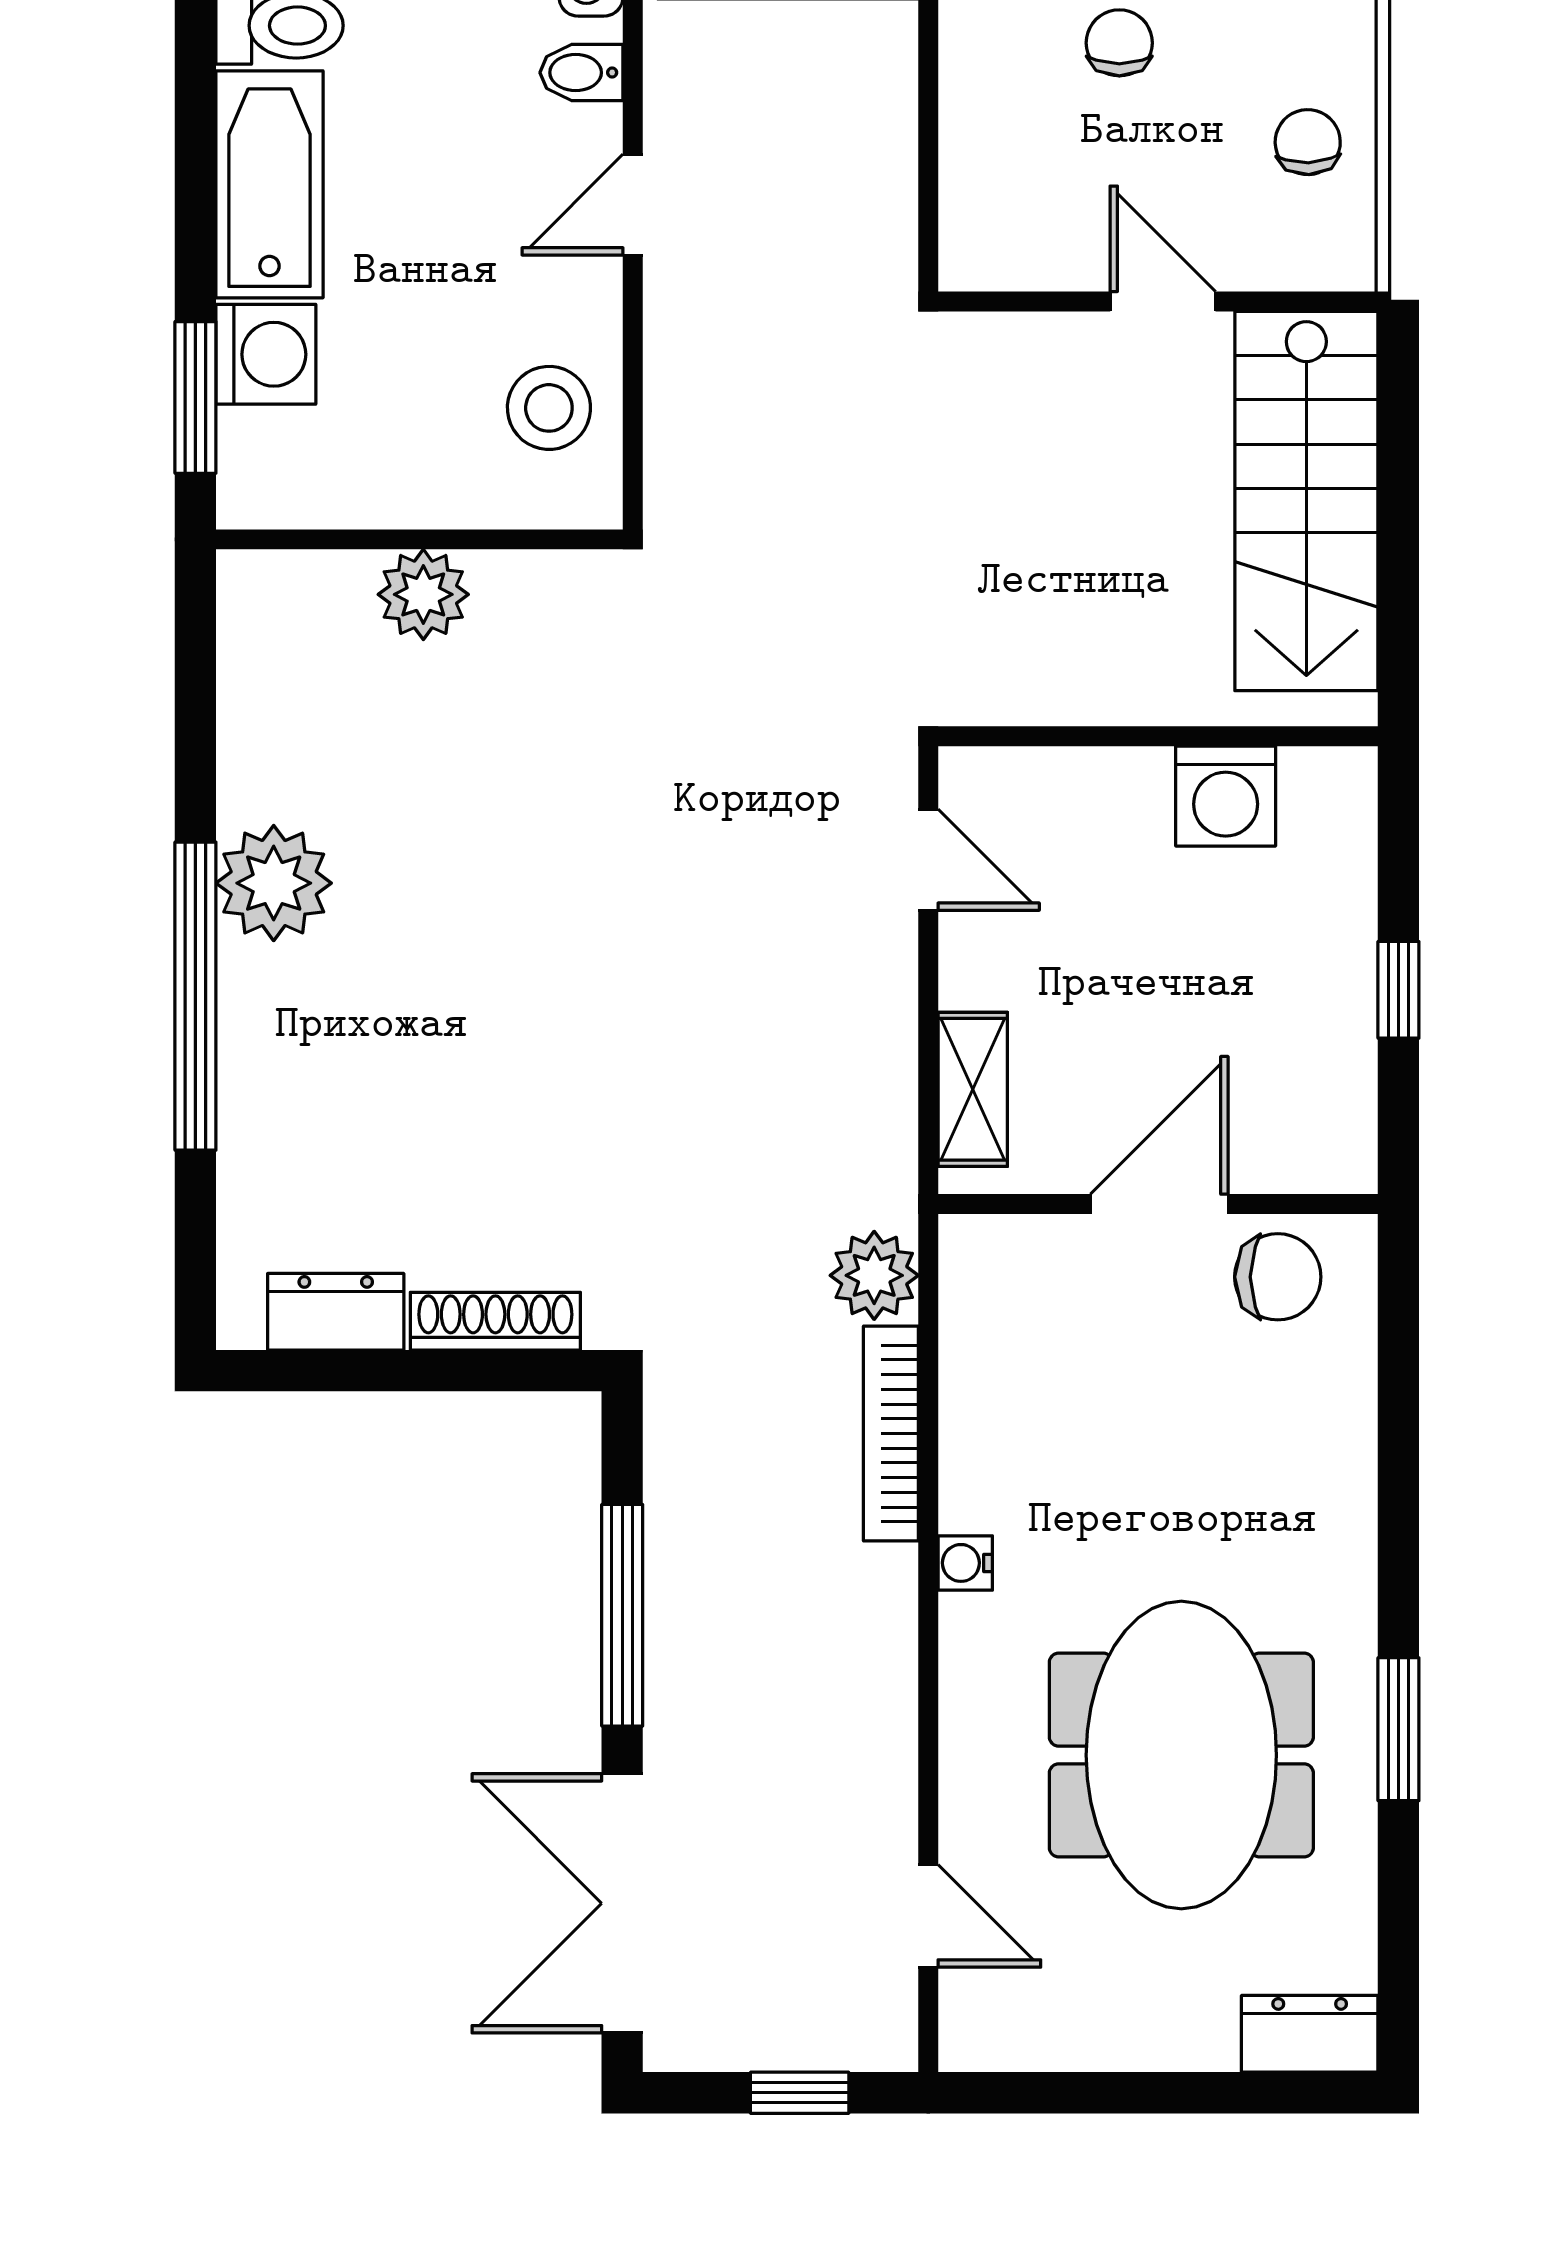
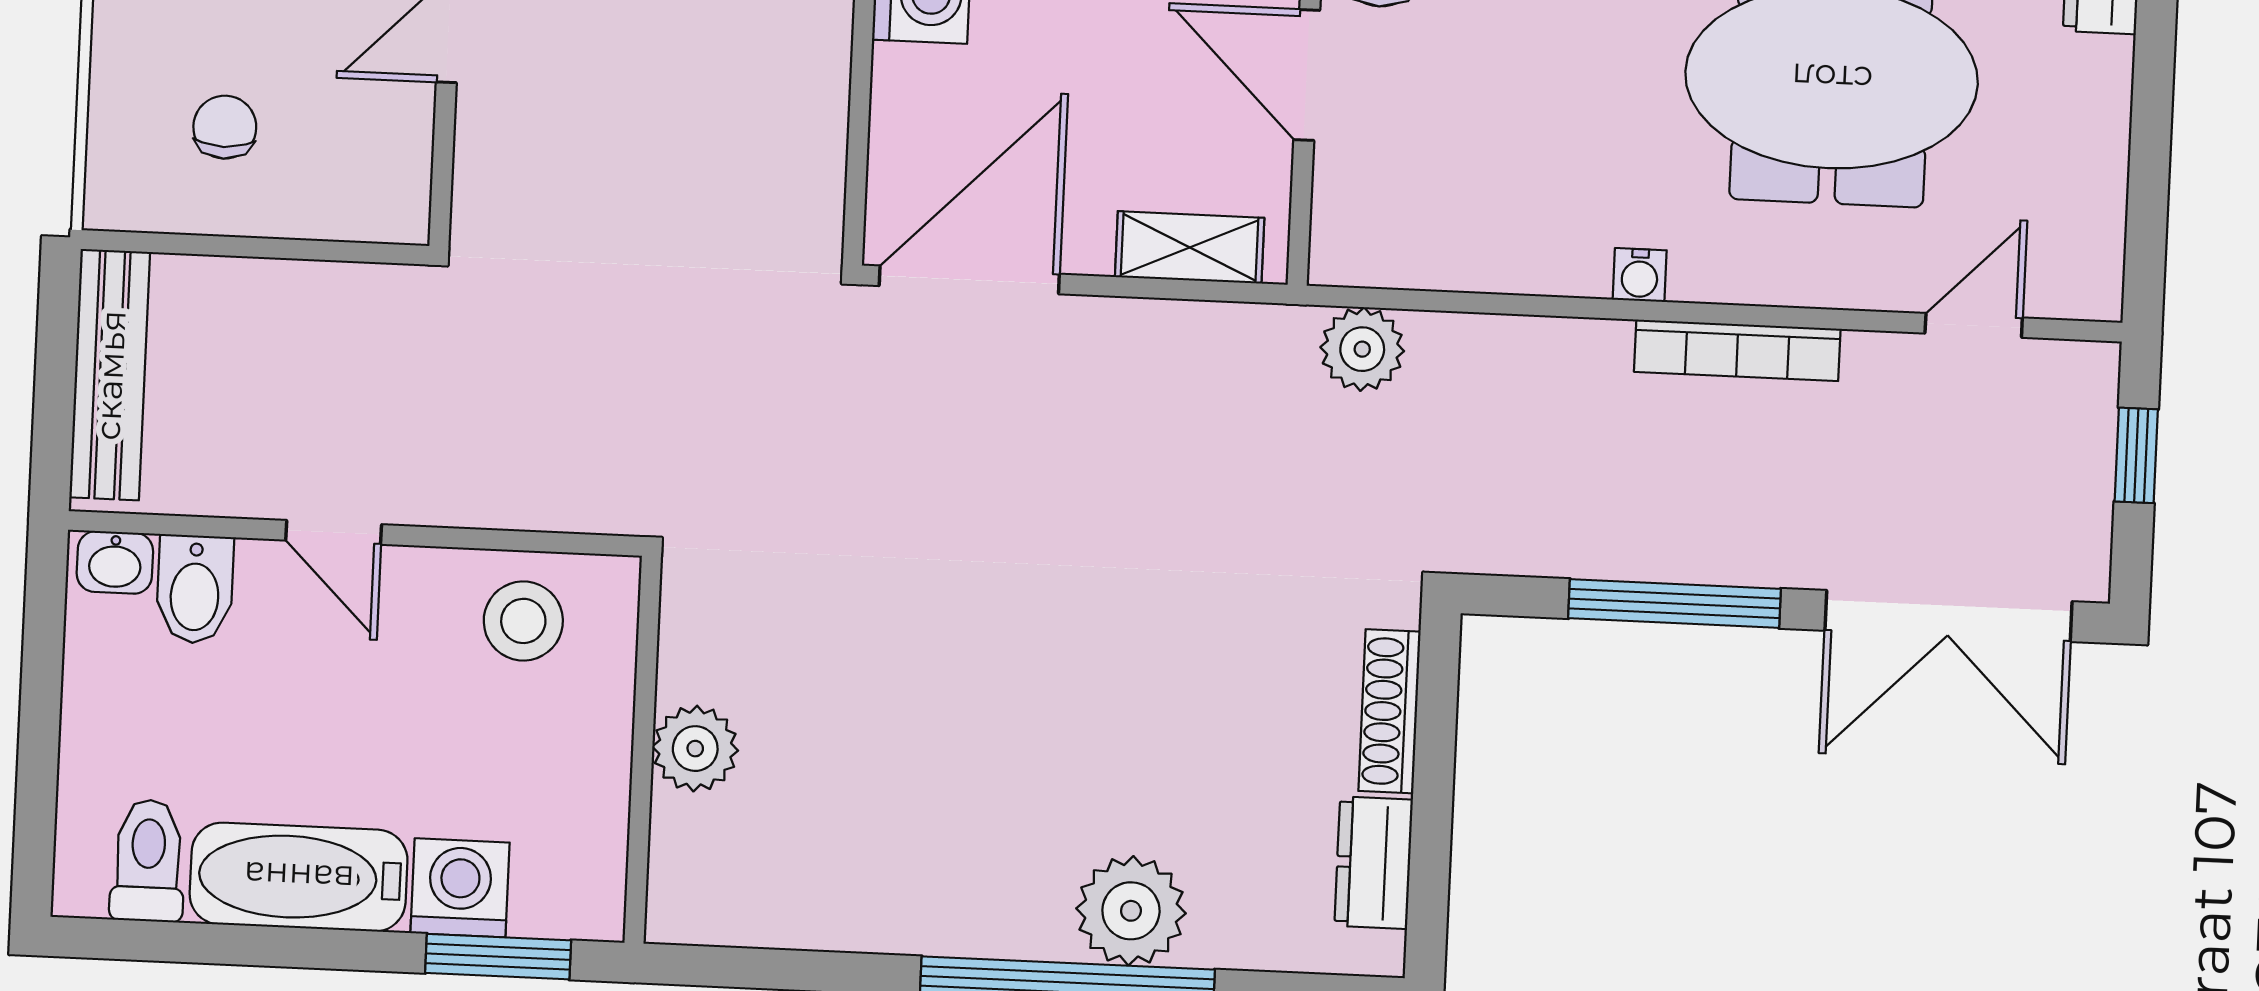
chair: (1119, 43) -> (225, 127), moved, turned 90
bidet: (581, 73) -> (195, 589), width x1.38, depth x1.36
door: (928, 860) -> (969, 280), width x1.87
plant: (274, 883) -> (1131, 911), moved
bookcase: (891, 1434) -> (1737, 350), moved

